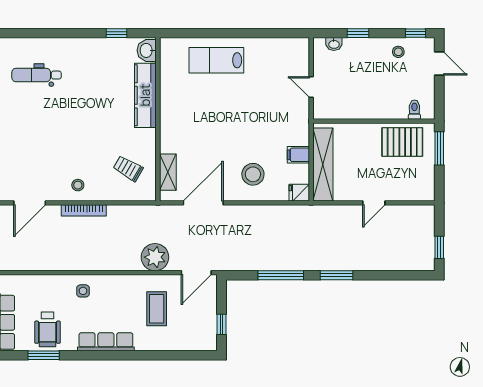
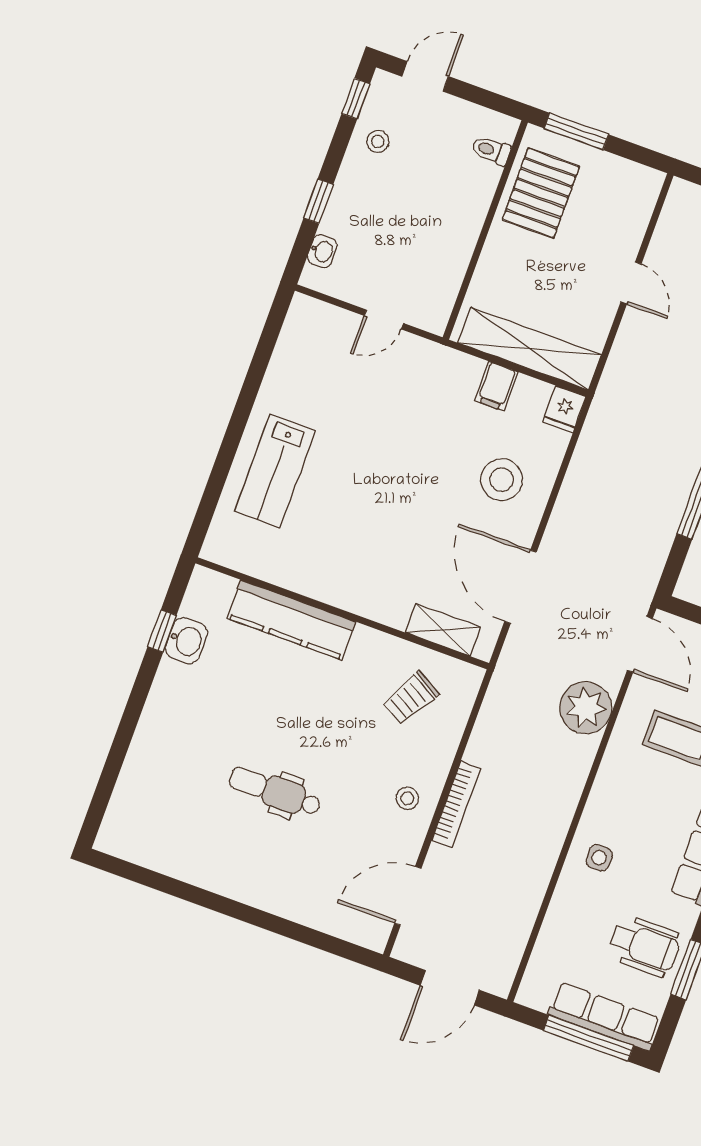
washbasin: (147, 50) -> (186, 641), moved, turned -90
dental chair: (37, 75) -> (275, 792), moved, turned 90
door: (30, 203) -> (408, 896), swing flipped

